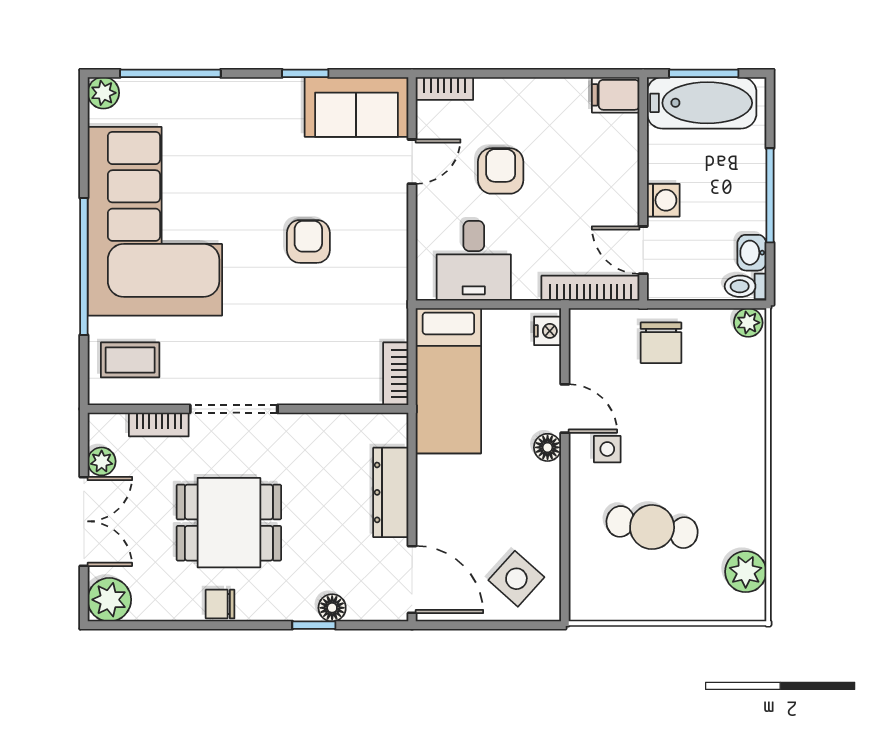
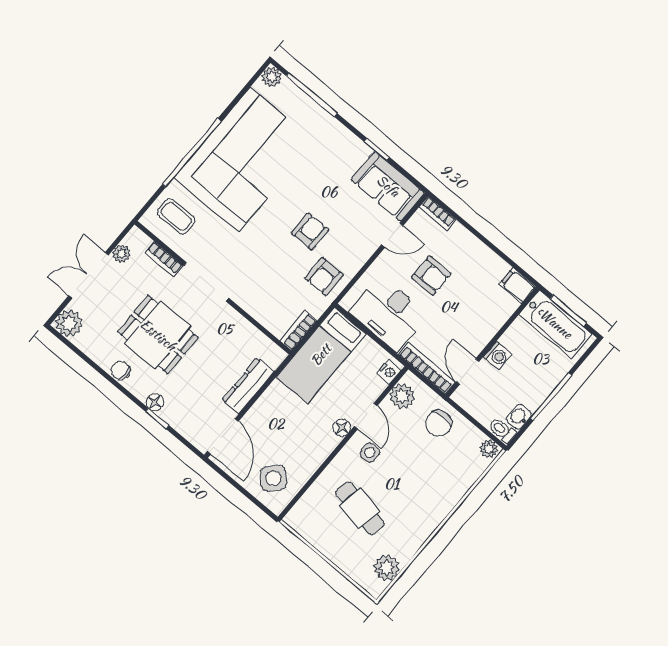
armchair: (501, 171) -> (431, 276), turned 90
desk: (474, 261) -> (388, 314), width x1.37
armchair: (371, 282) -> (324, 277), added
plant: (589, 347) -> (402, 396), added
double door: (84, 521) -> (89, 275), swing flipped
floor lamp: (332, 608) -> (155, 402), moved

